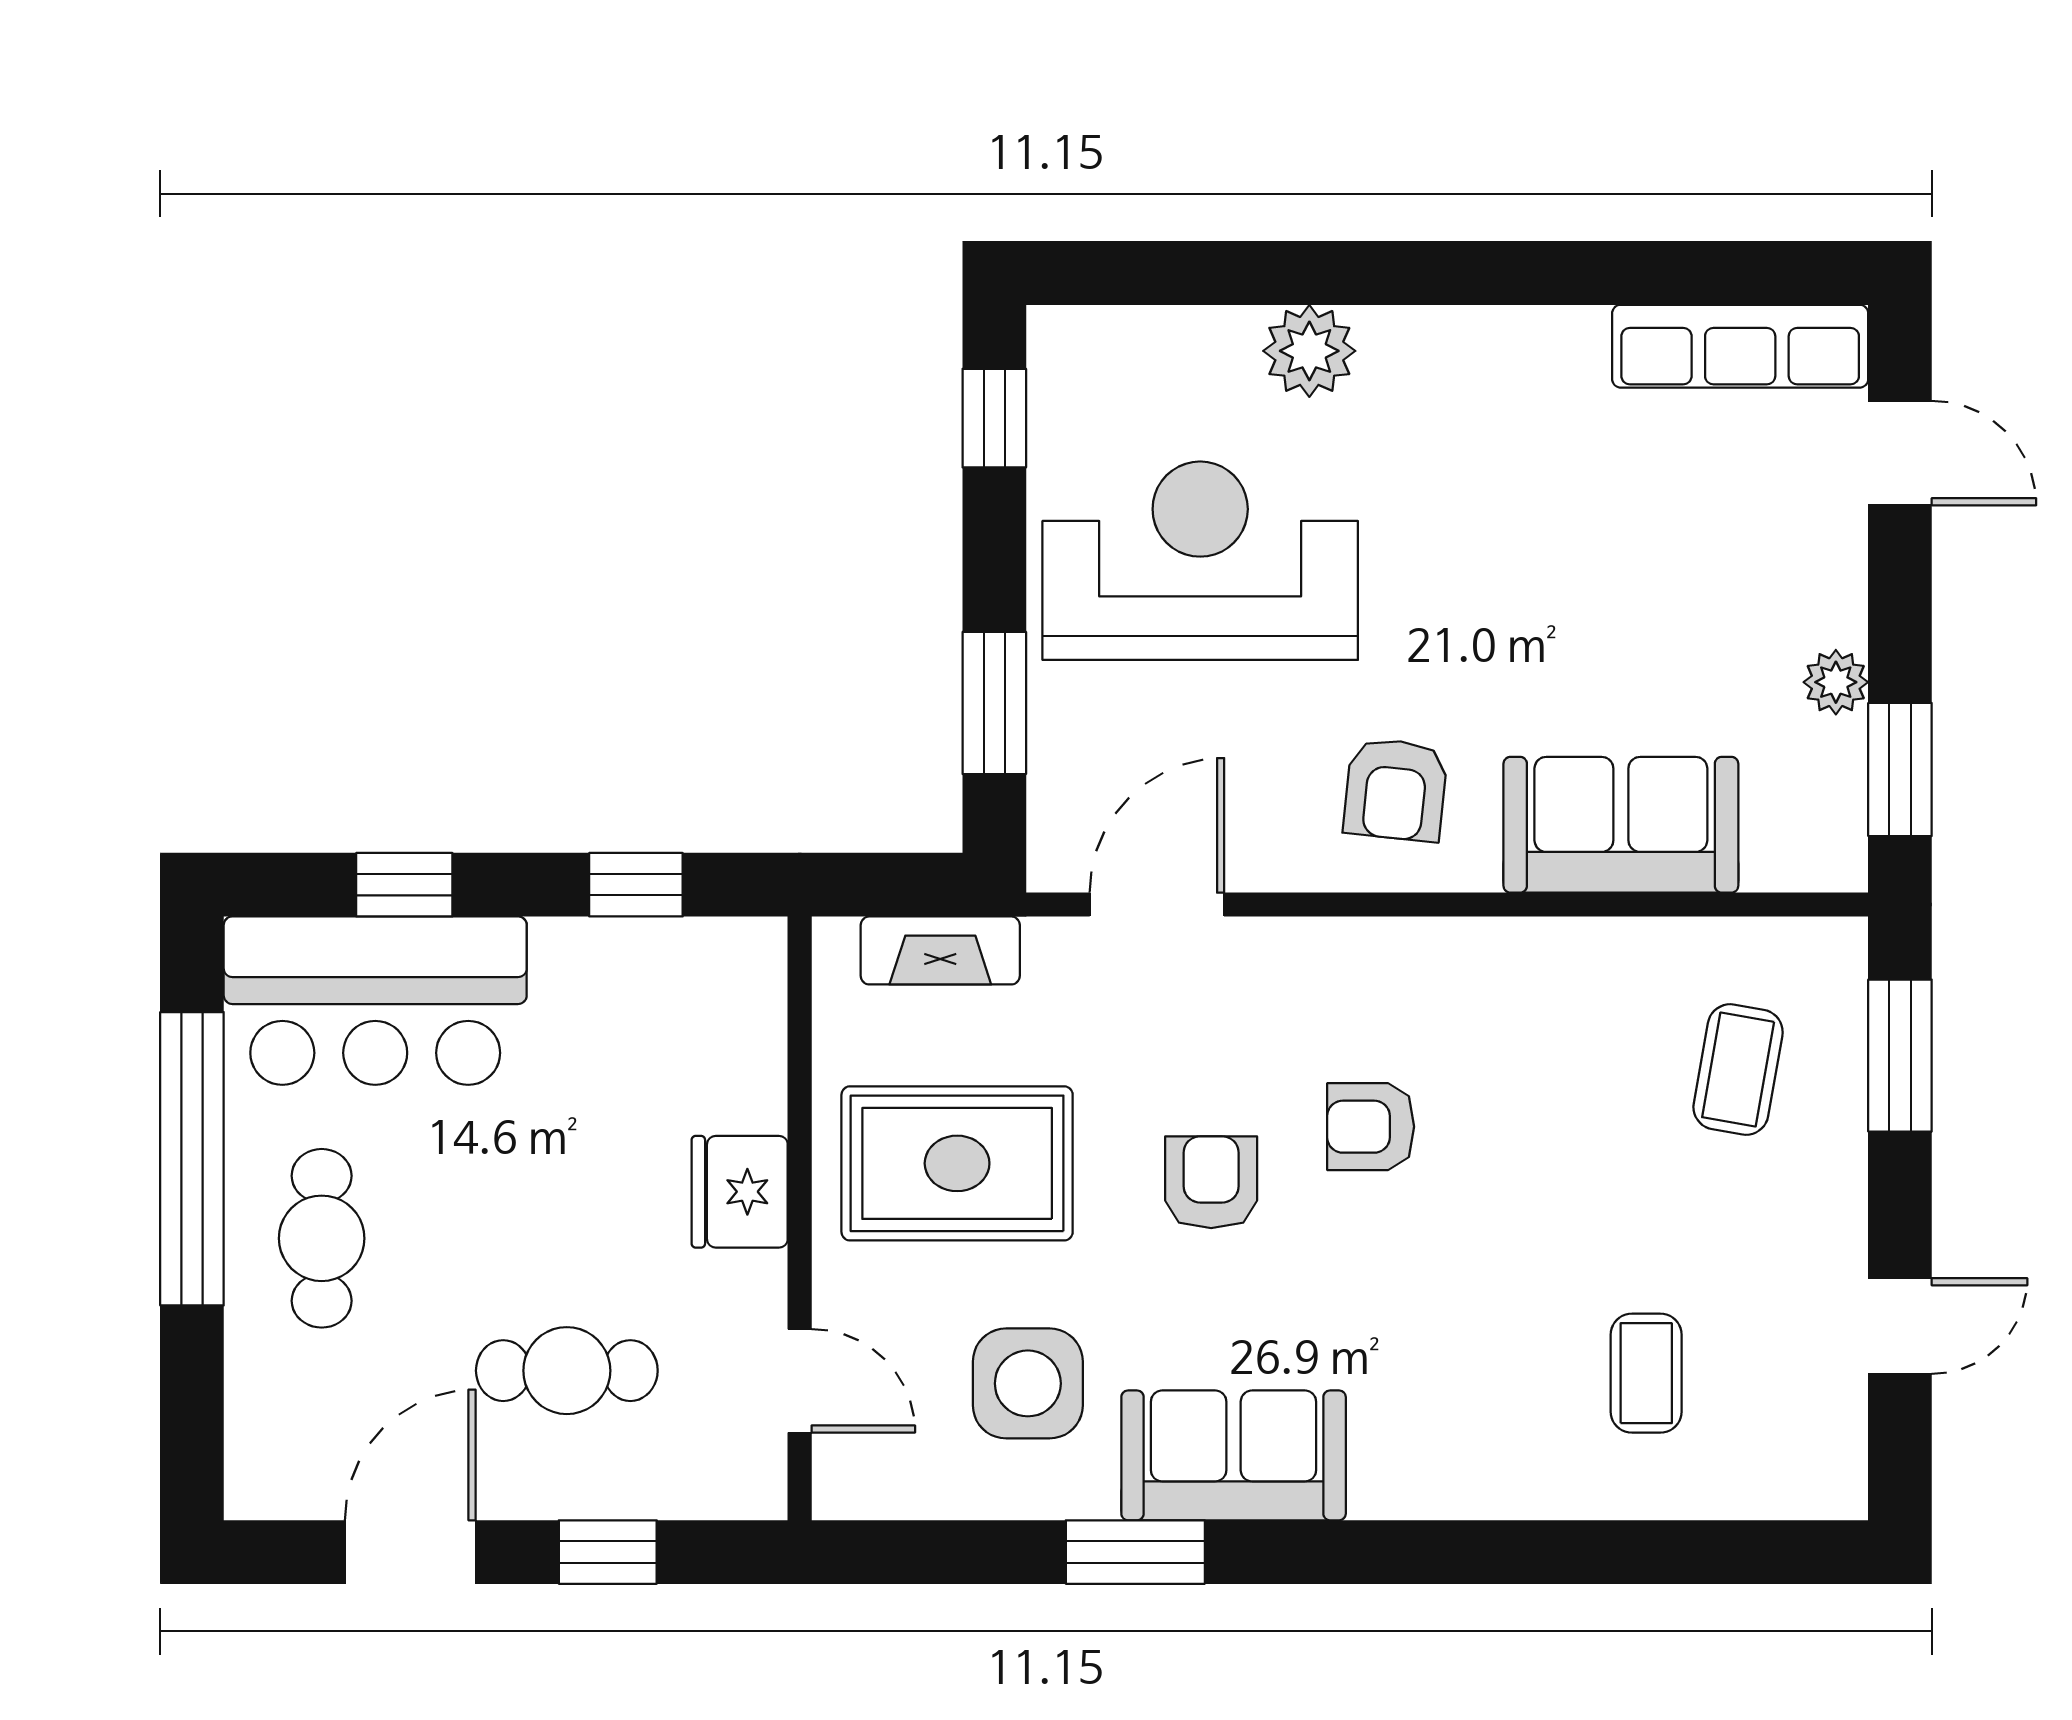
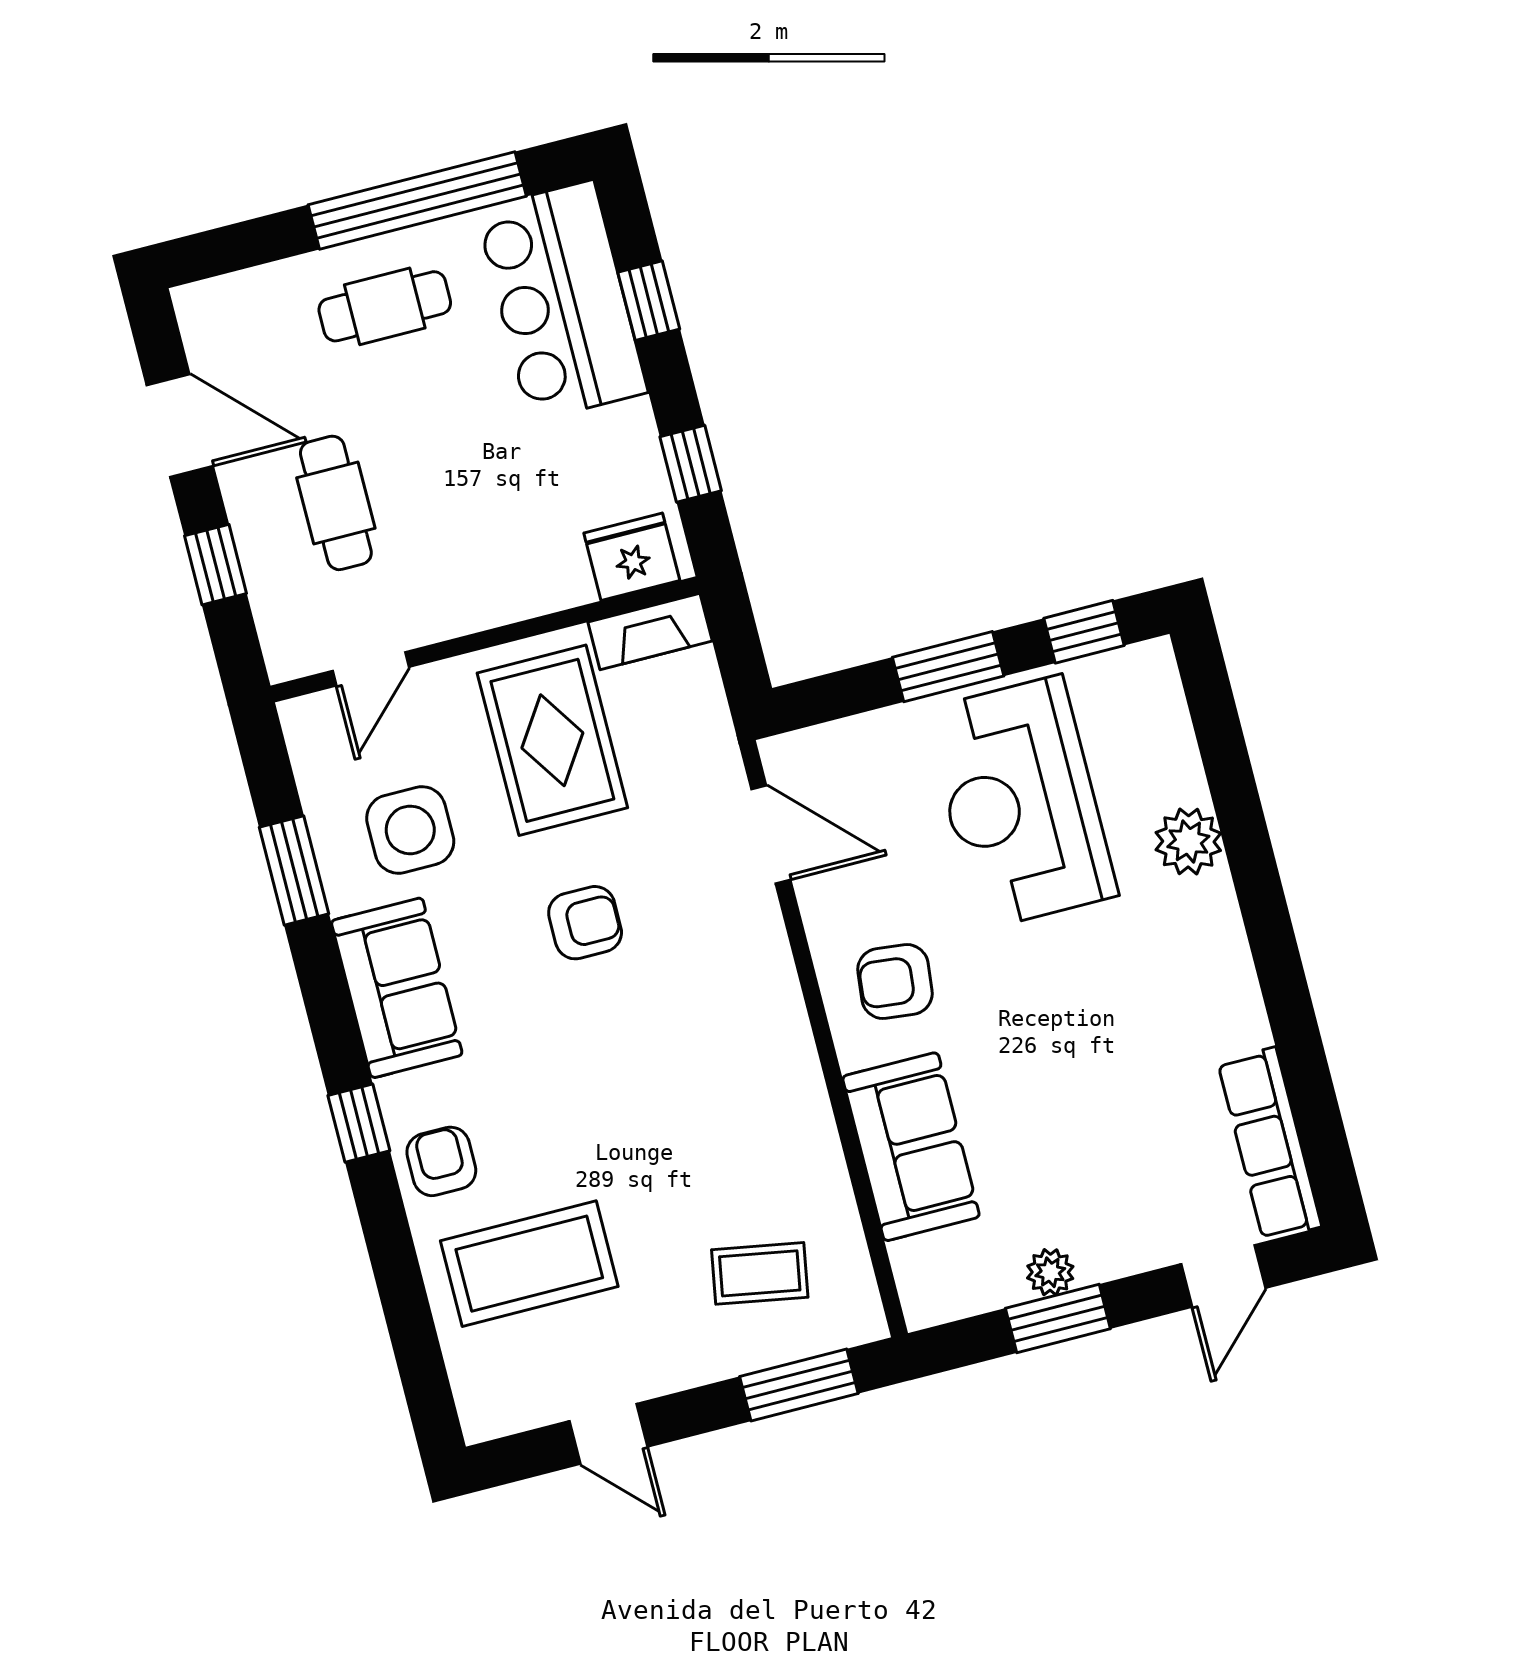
reception desk: (1200, 561) -> (1021, 803), turned 180
window: (994, 703) -> (948, 667), moved
window: (1900, 770) -> (1058, 1318), moved
fireplace: (940, 950) -> (650, 632), moved, turned -90
armchair: (1371, 1127) -> (441, 1161), moved
fridge: (740, 1192) -> (632, 557), moved
coffee table: (1646, 1373) -> (529, 1264), width x1.86, depth x1.72
window: (1135, 1552) -> (294, 871), moved
window: (1401, 1552) -> (359, 1123), added

